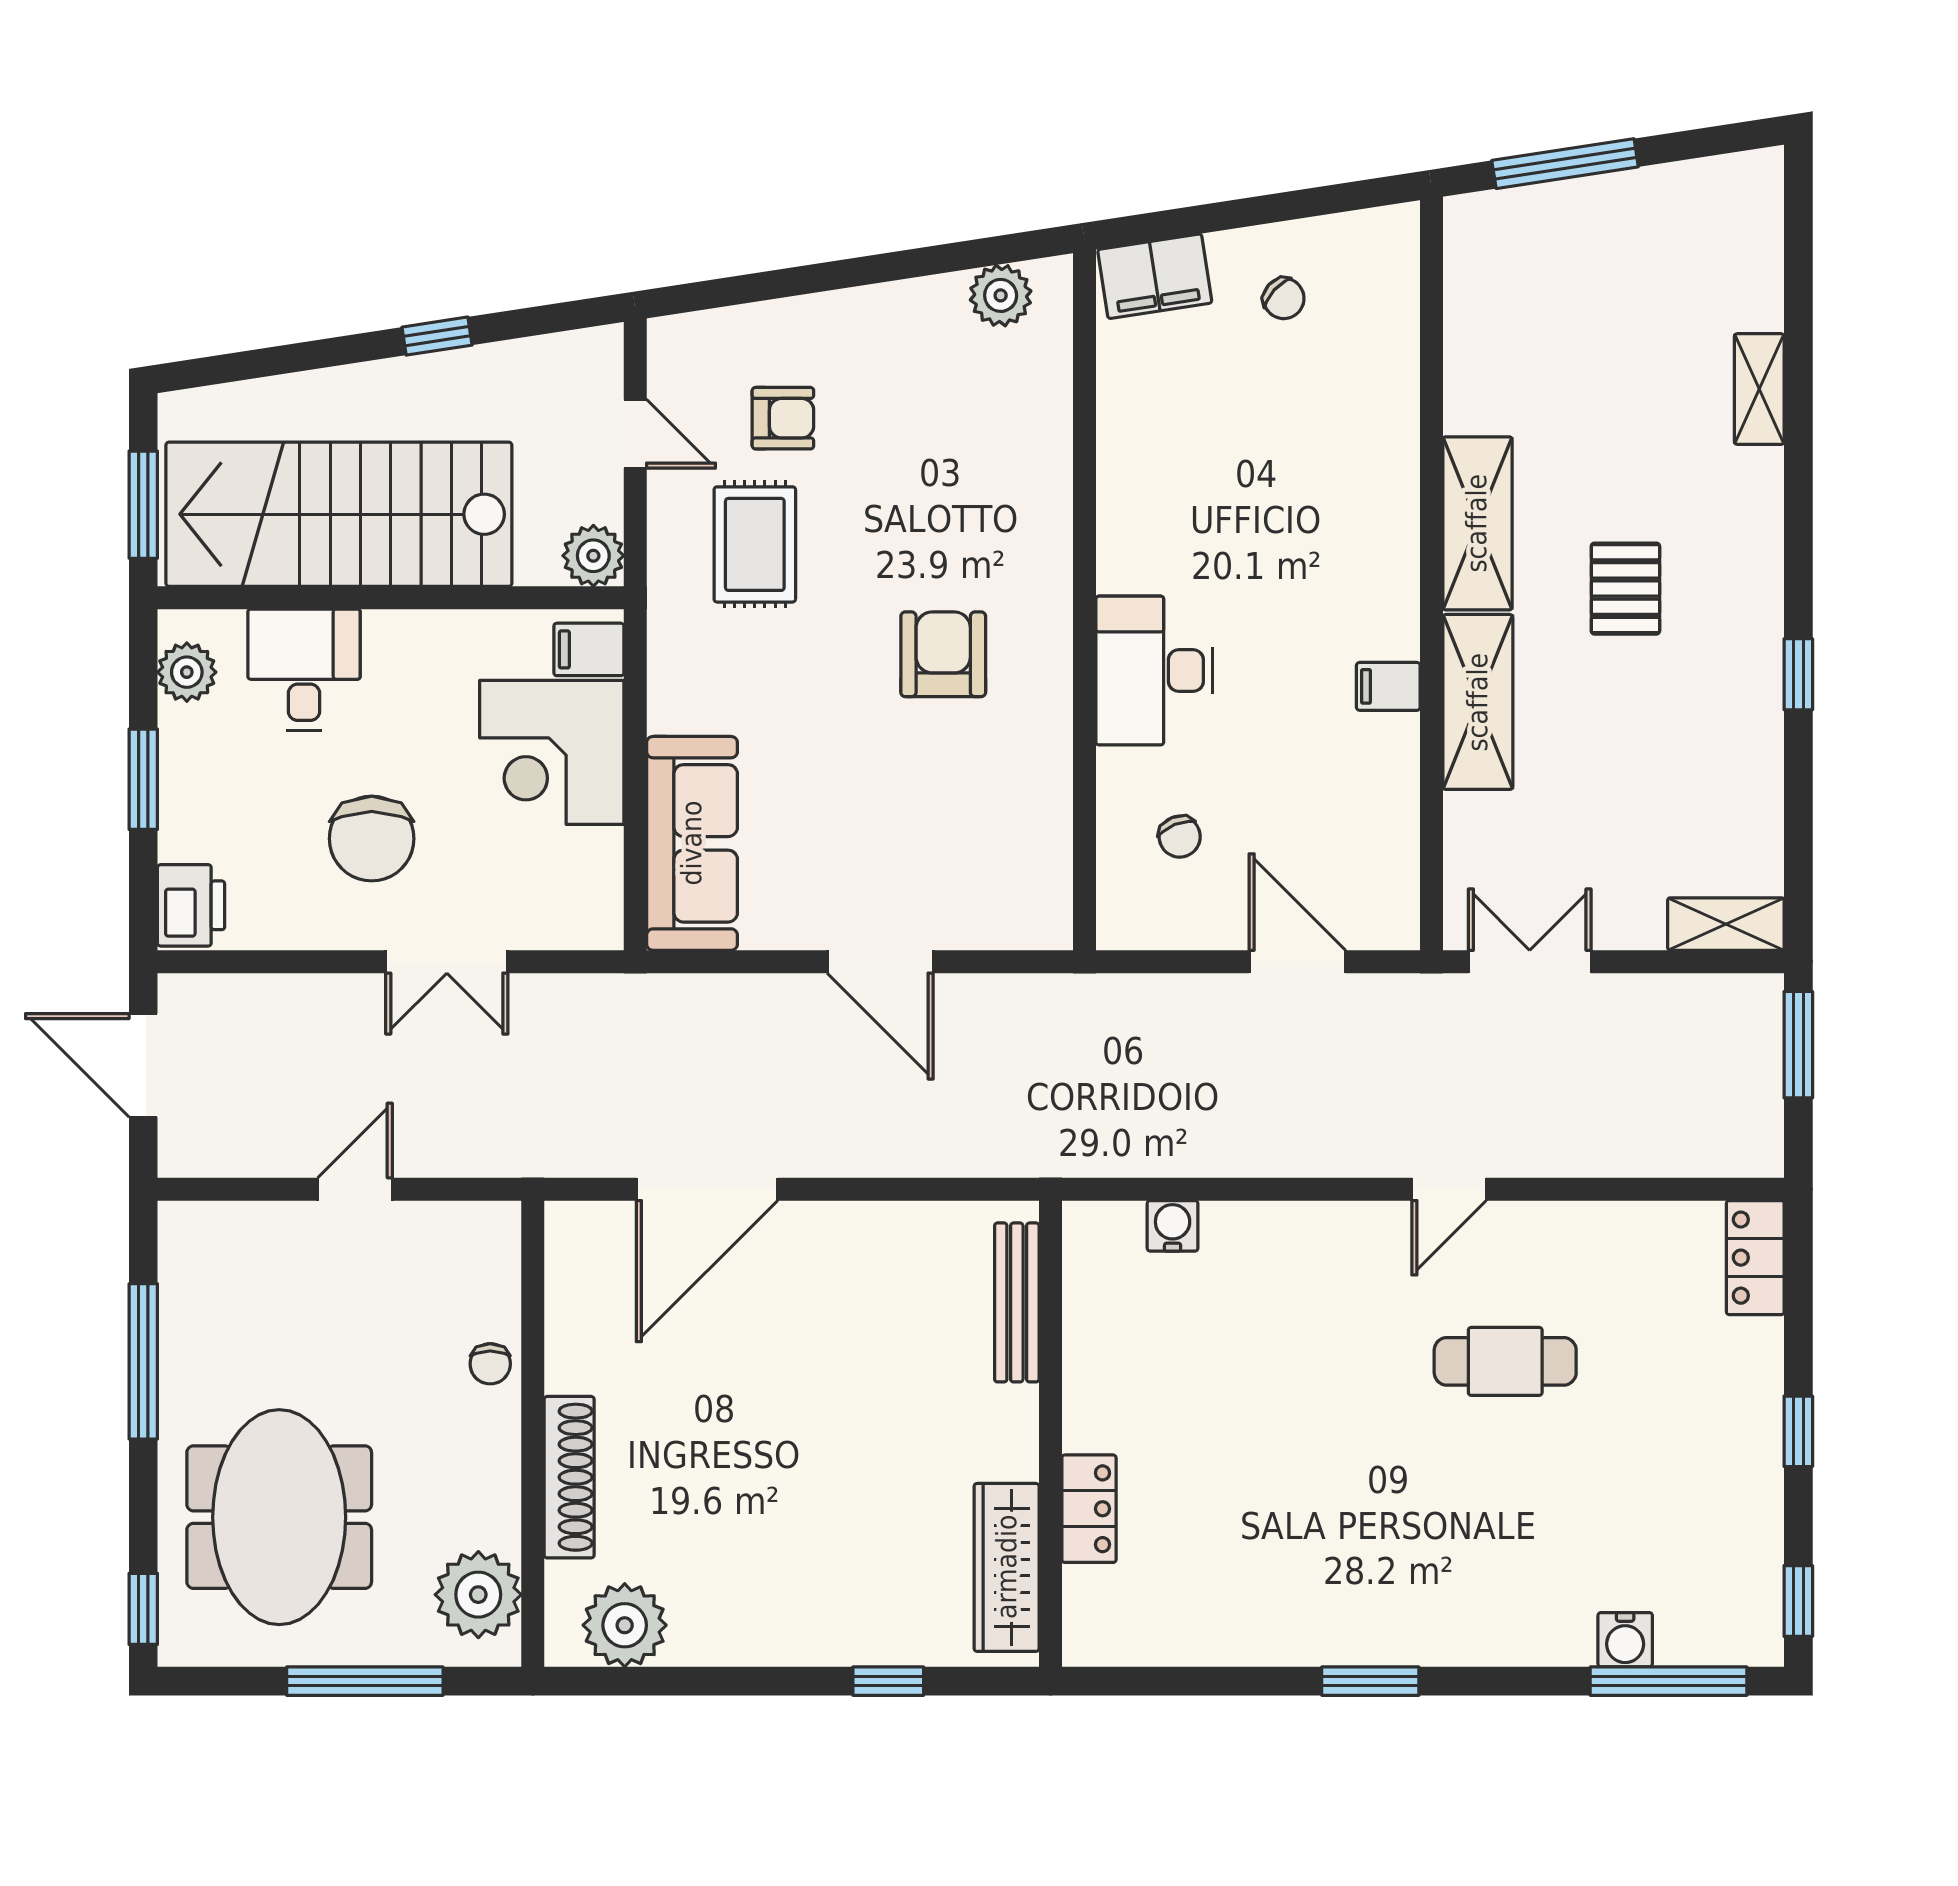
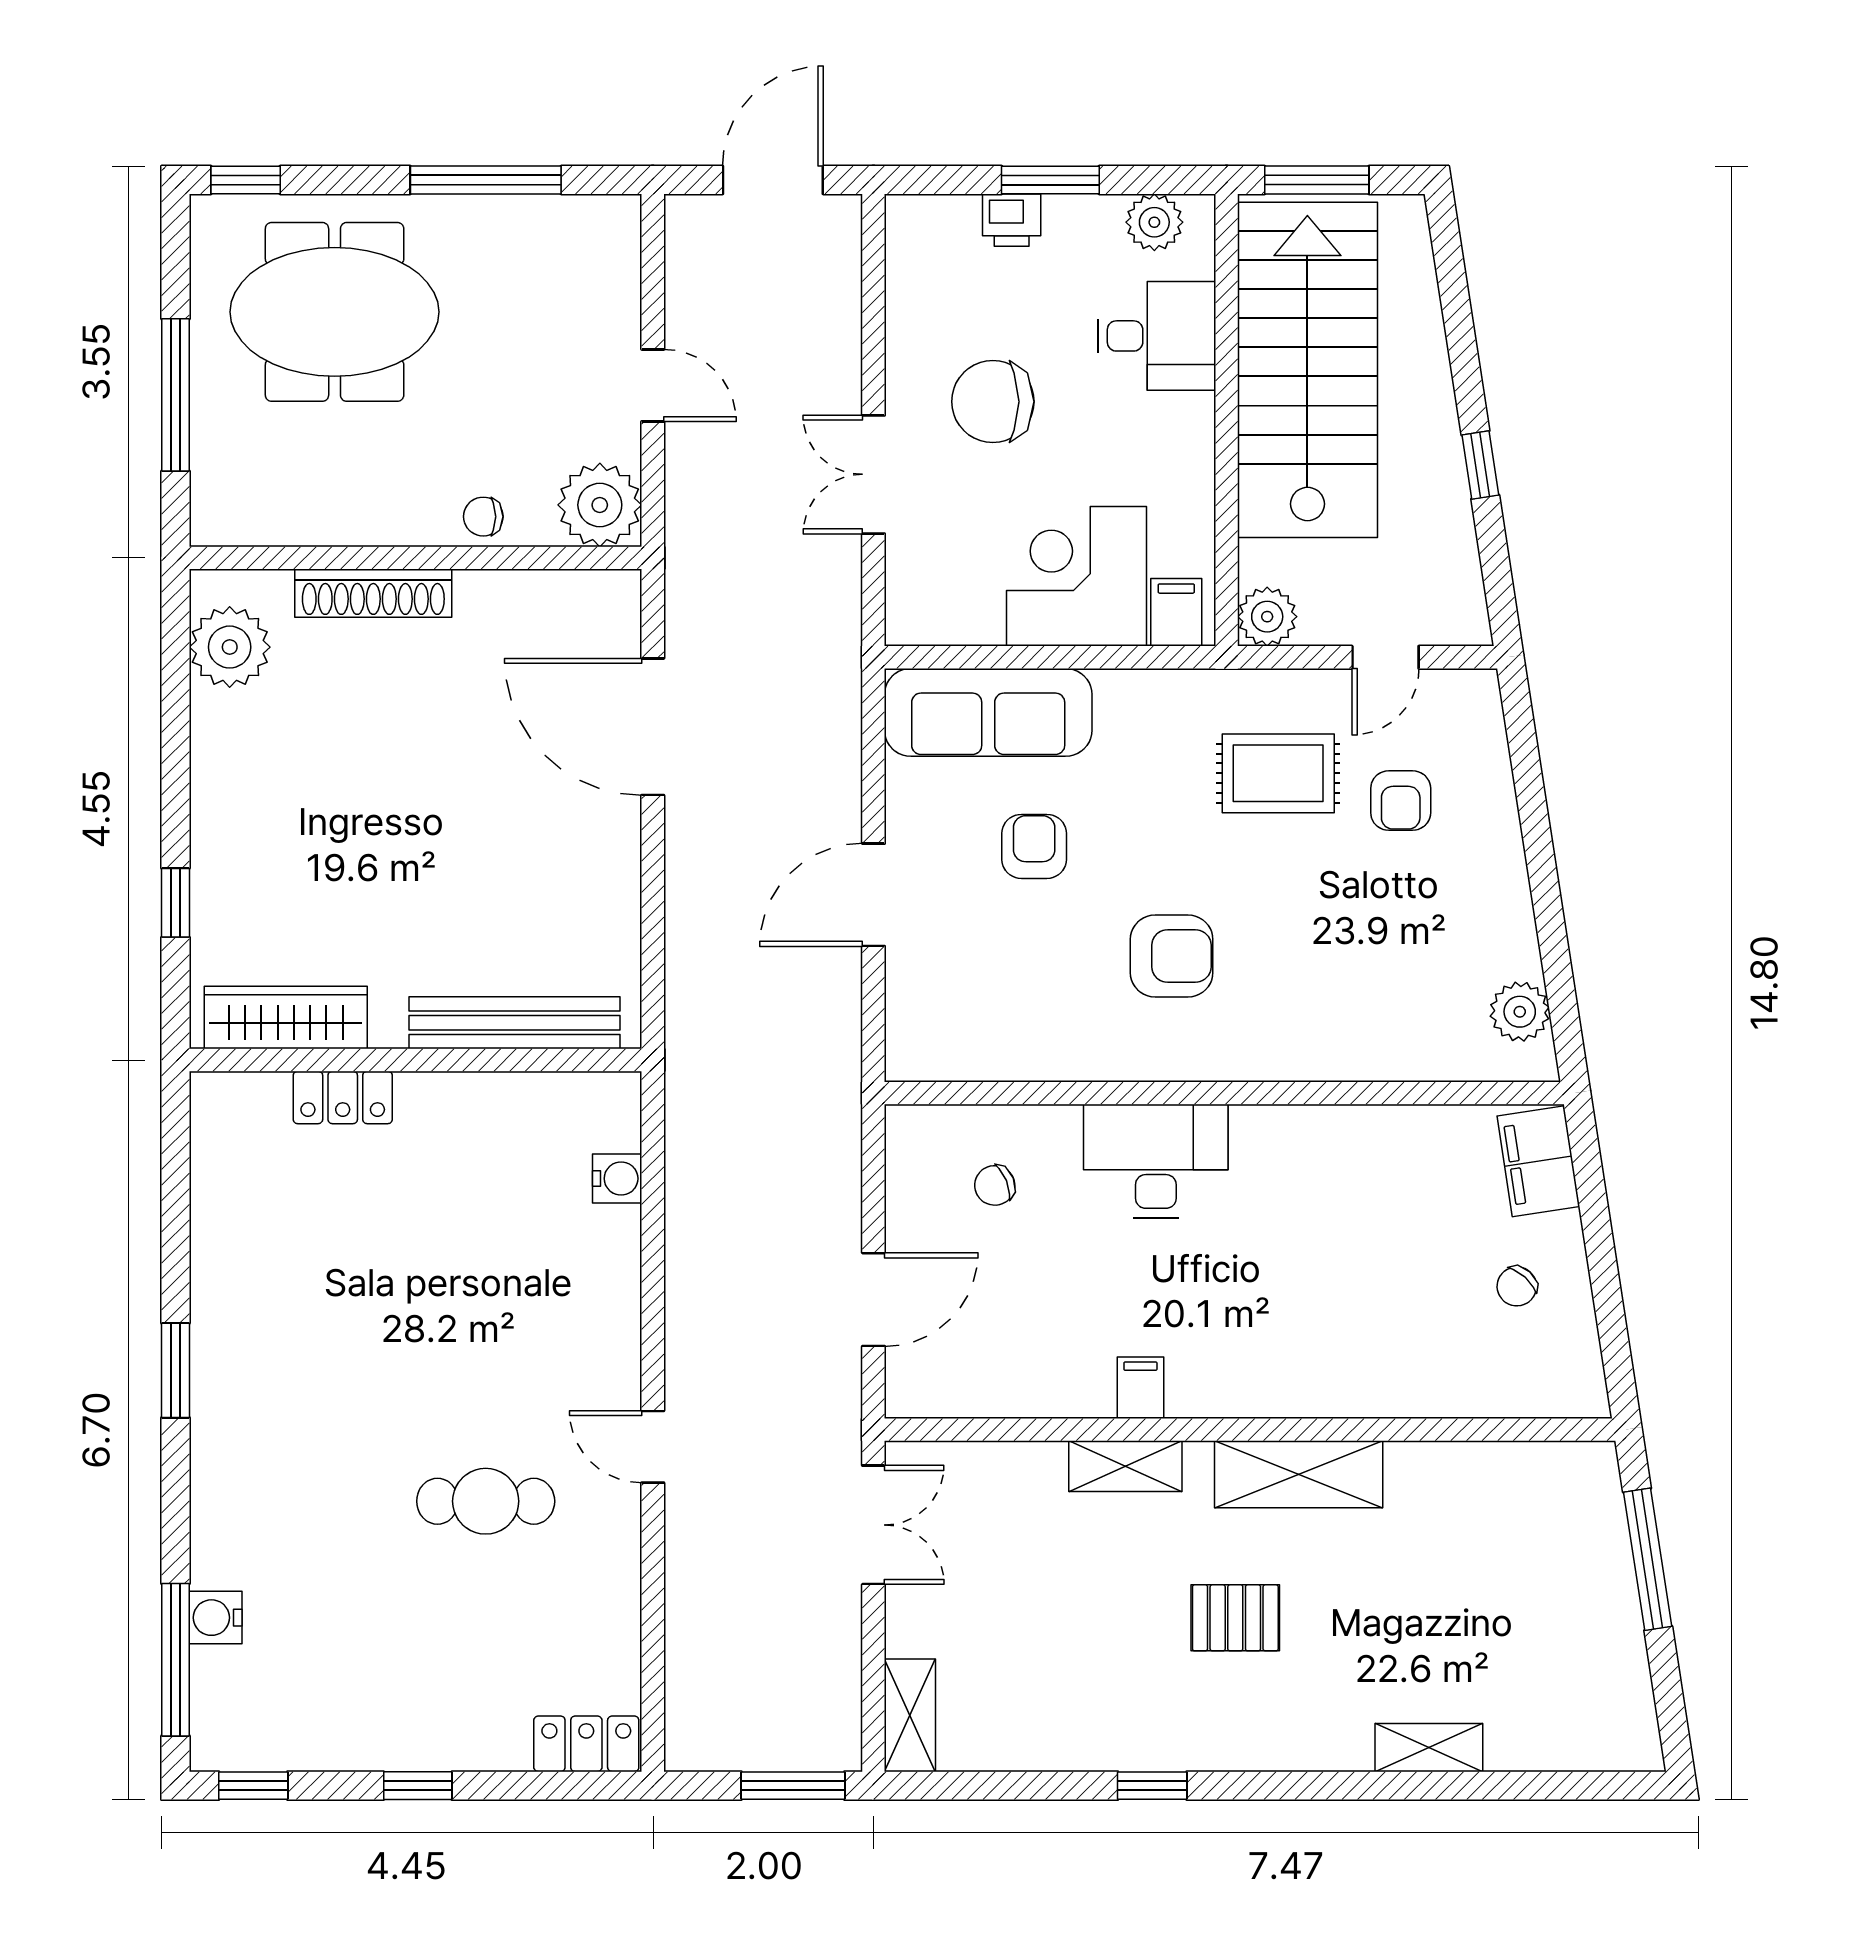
shelving: (1478, 702) -> (1125, 1466), width x0.67, depth x0.75
armchair: (830, 796) -> (1034, 846), added
printer: (191, 905) -> (1012, 220), moved, width x0.73, depth x0.81
bench: (1017, 1302) -> (515, 1023), width x1.37, depth x1.21
cafe table: (1505, 1361) -> (486, 1501), turned 90
plant: (478, 1595) -> (600, 505), moved

